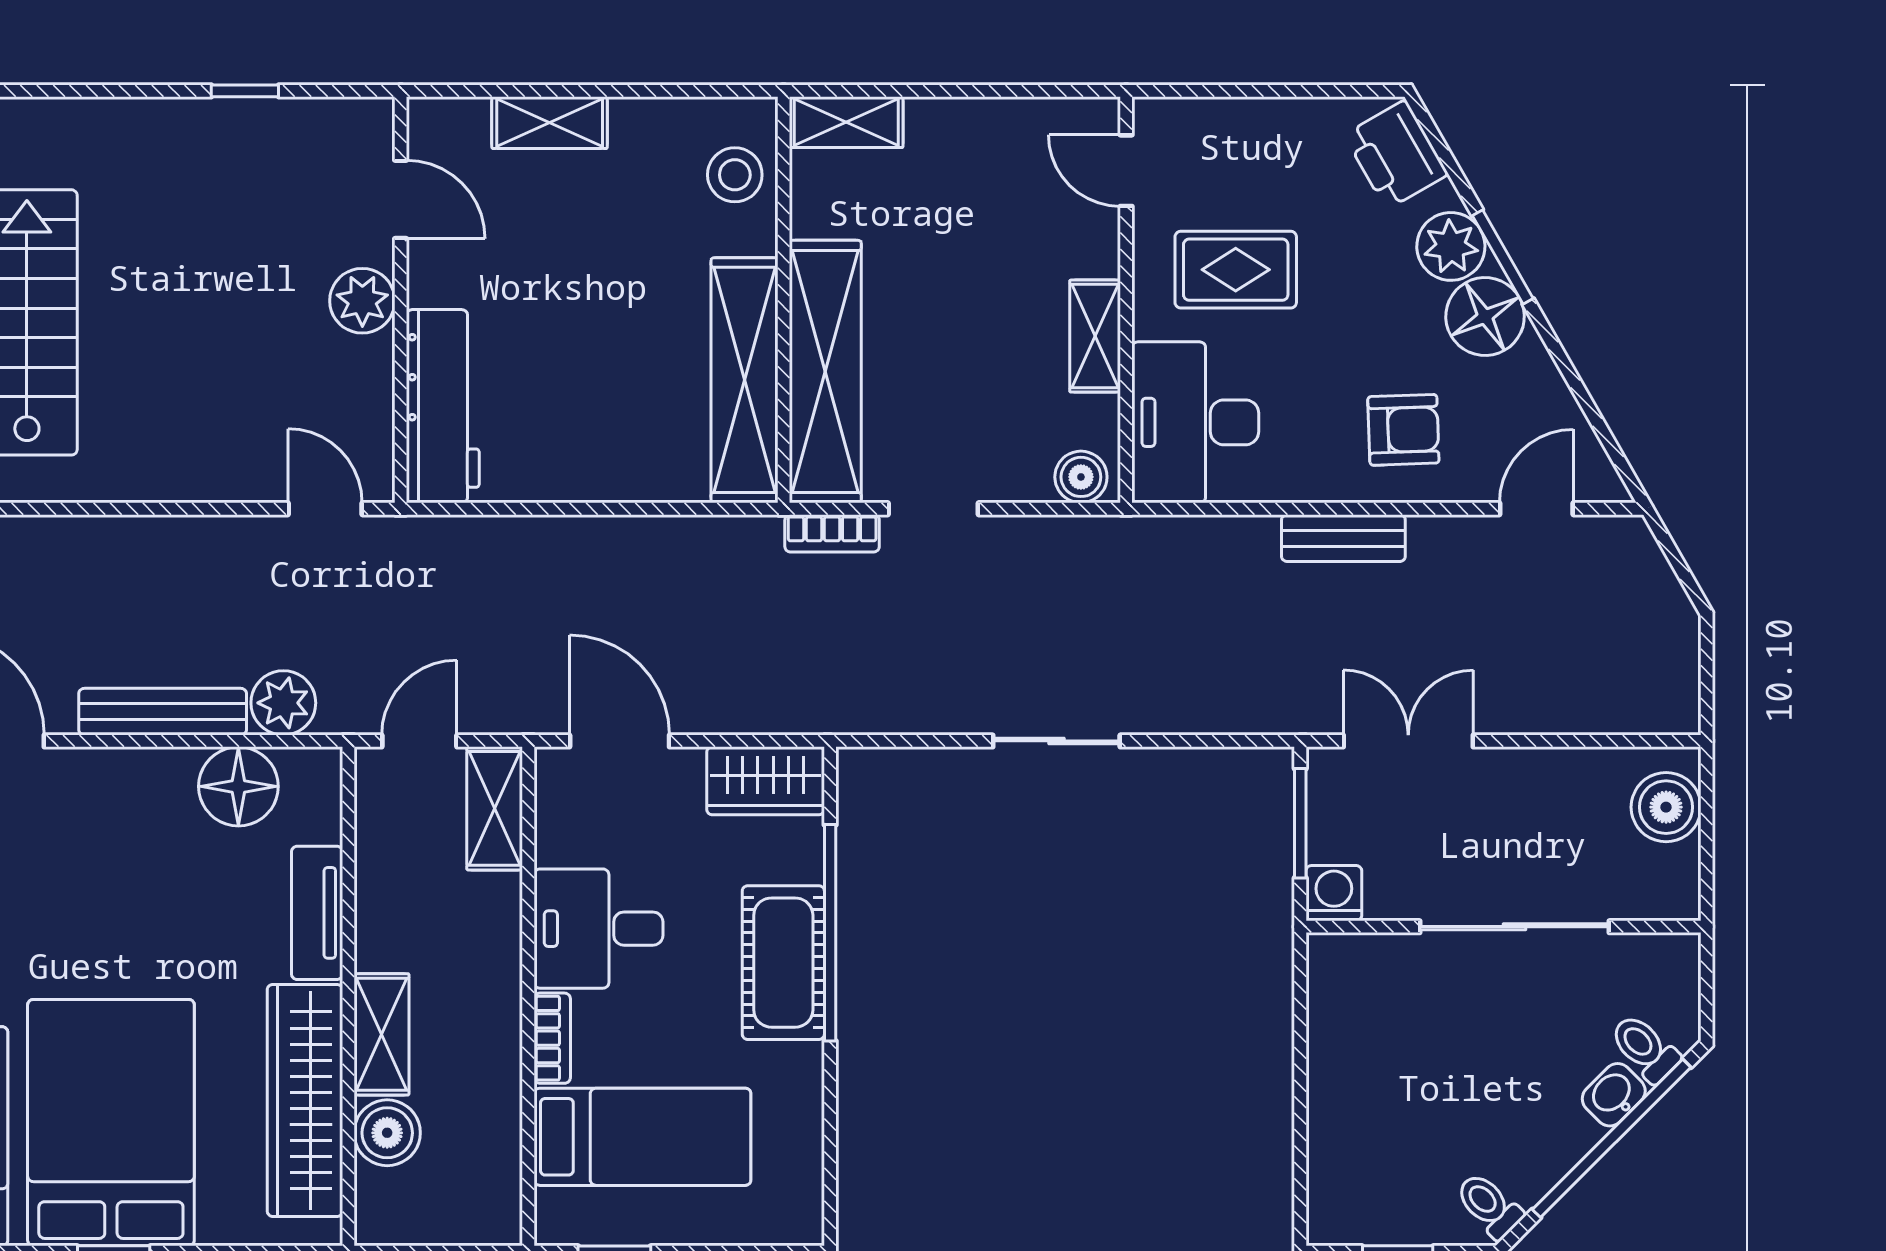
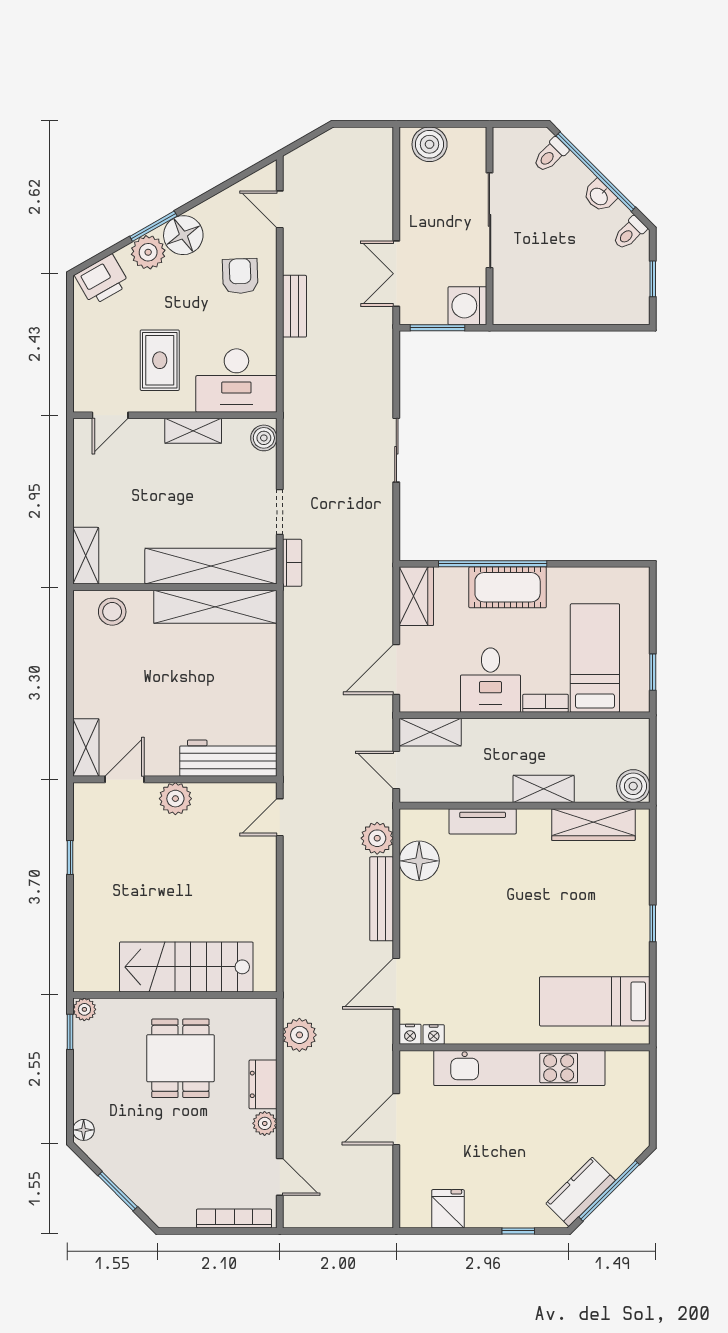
shelving: (550, 123) -> (86, 748), moved
washing machine: (1334, 893) -> (467, 306), width x1.38, depth x1.38
washbasin: (1614, 1095) -> (599, 196), moved
wardrobe: (305, 1100) -> (593, 825), width x0.71, depth x0.85
bed: (111, 1123) -> (588, 925), removed
boiler: (387, 1133) -> (633, 786), moved

